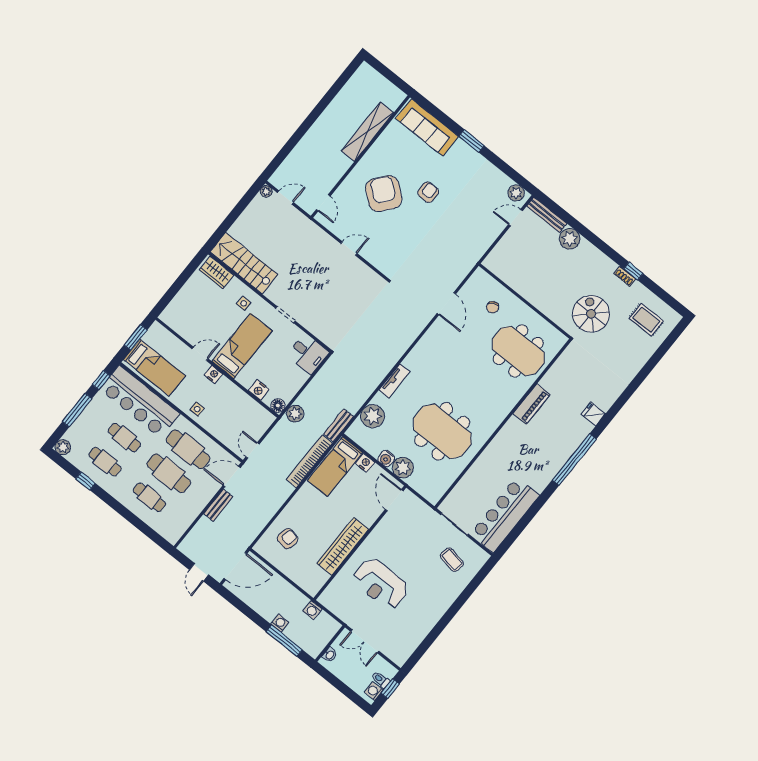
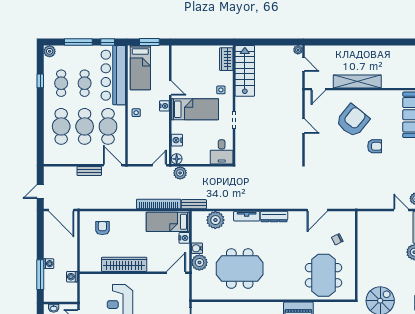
shelving: (367, 132) -> (357, 81), moved
dresser: (417, 353) -> (274, 216), added
meeting table: (442, 431) -> (240, 269), turned 90
door: (253, 451) -> (159, 165), moved
cafe table: (149, 497) -> (61, 126), width x1.37, depth x1.35
armchair: (288, 539) -> (102, 228), turned -100

